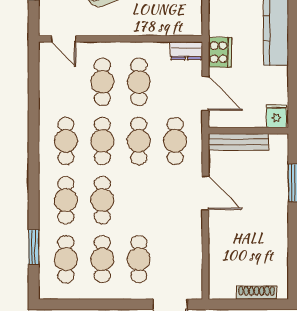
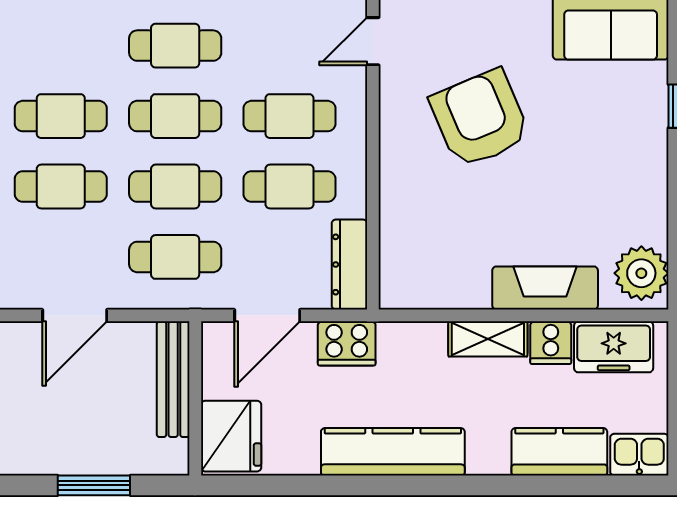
dresser: (186, 51) -> (349, 265), width x1.44
fridge: (276, 116) -> (231, 436), width x1.88, depth x1.34
cafe table: (66, 200) -> (61, 187), moved

